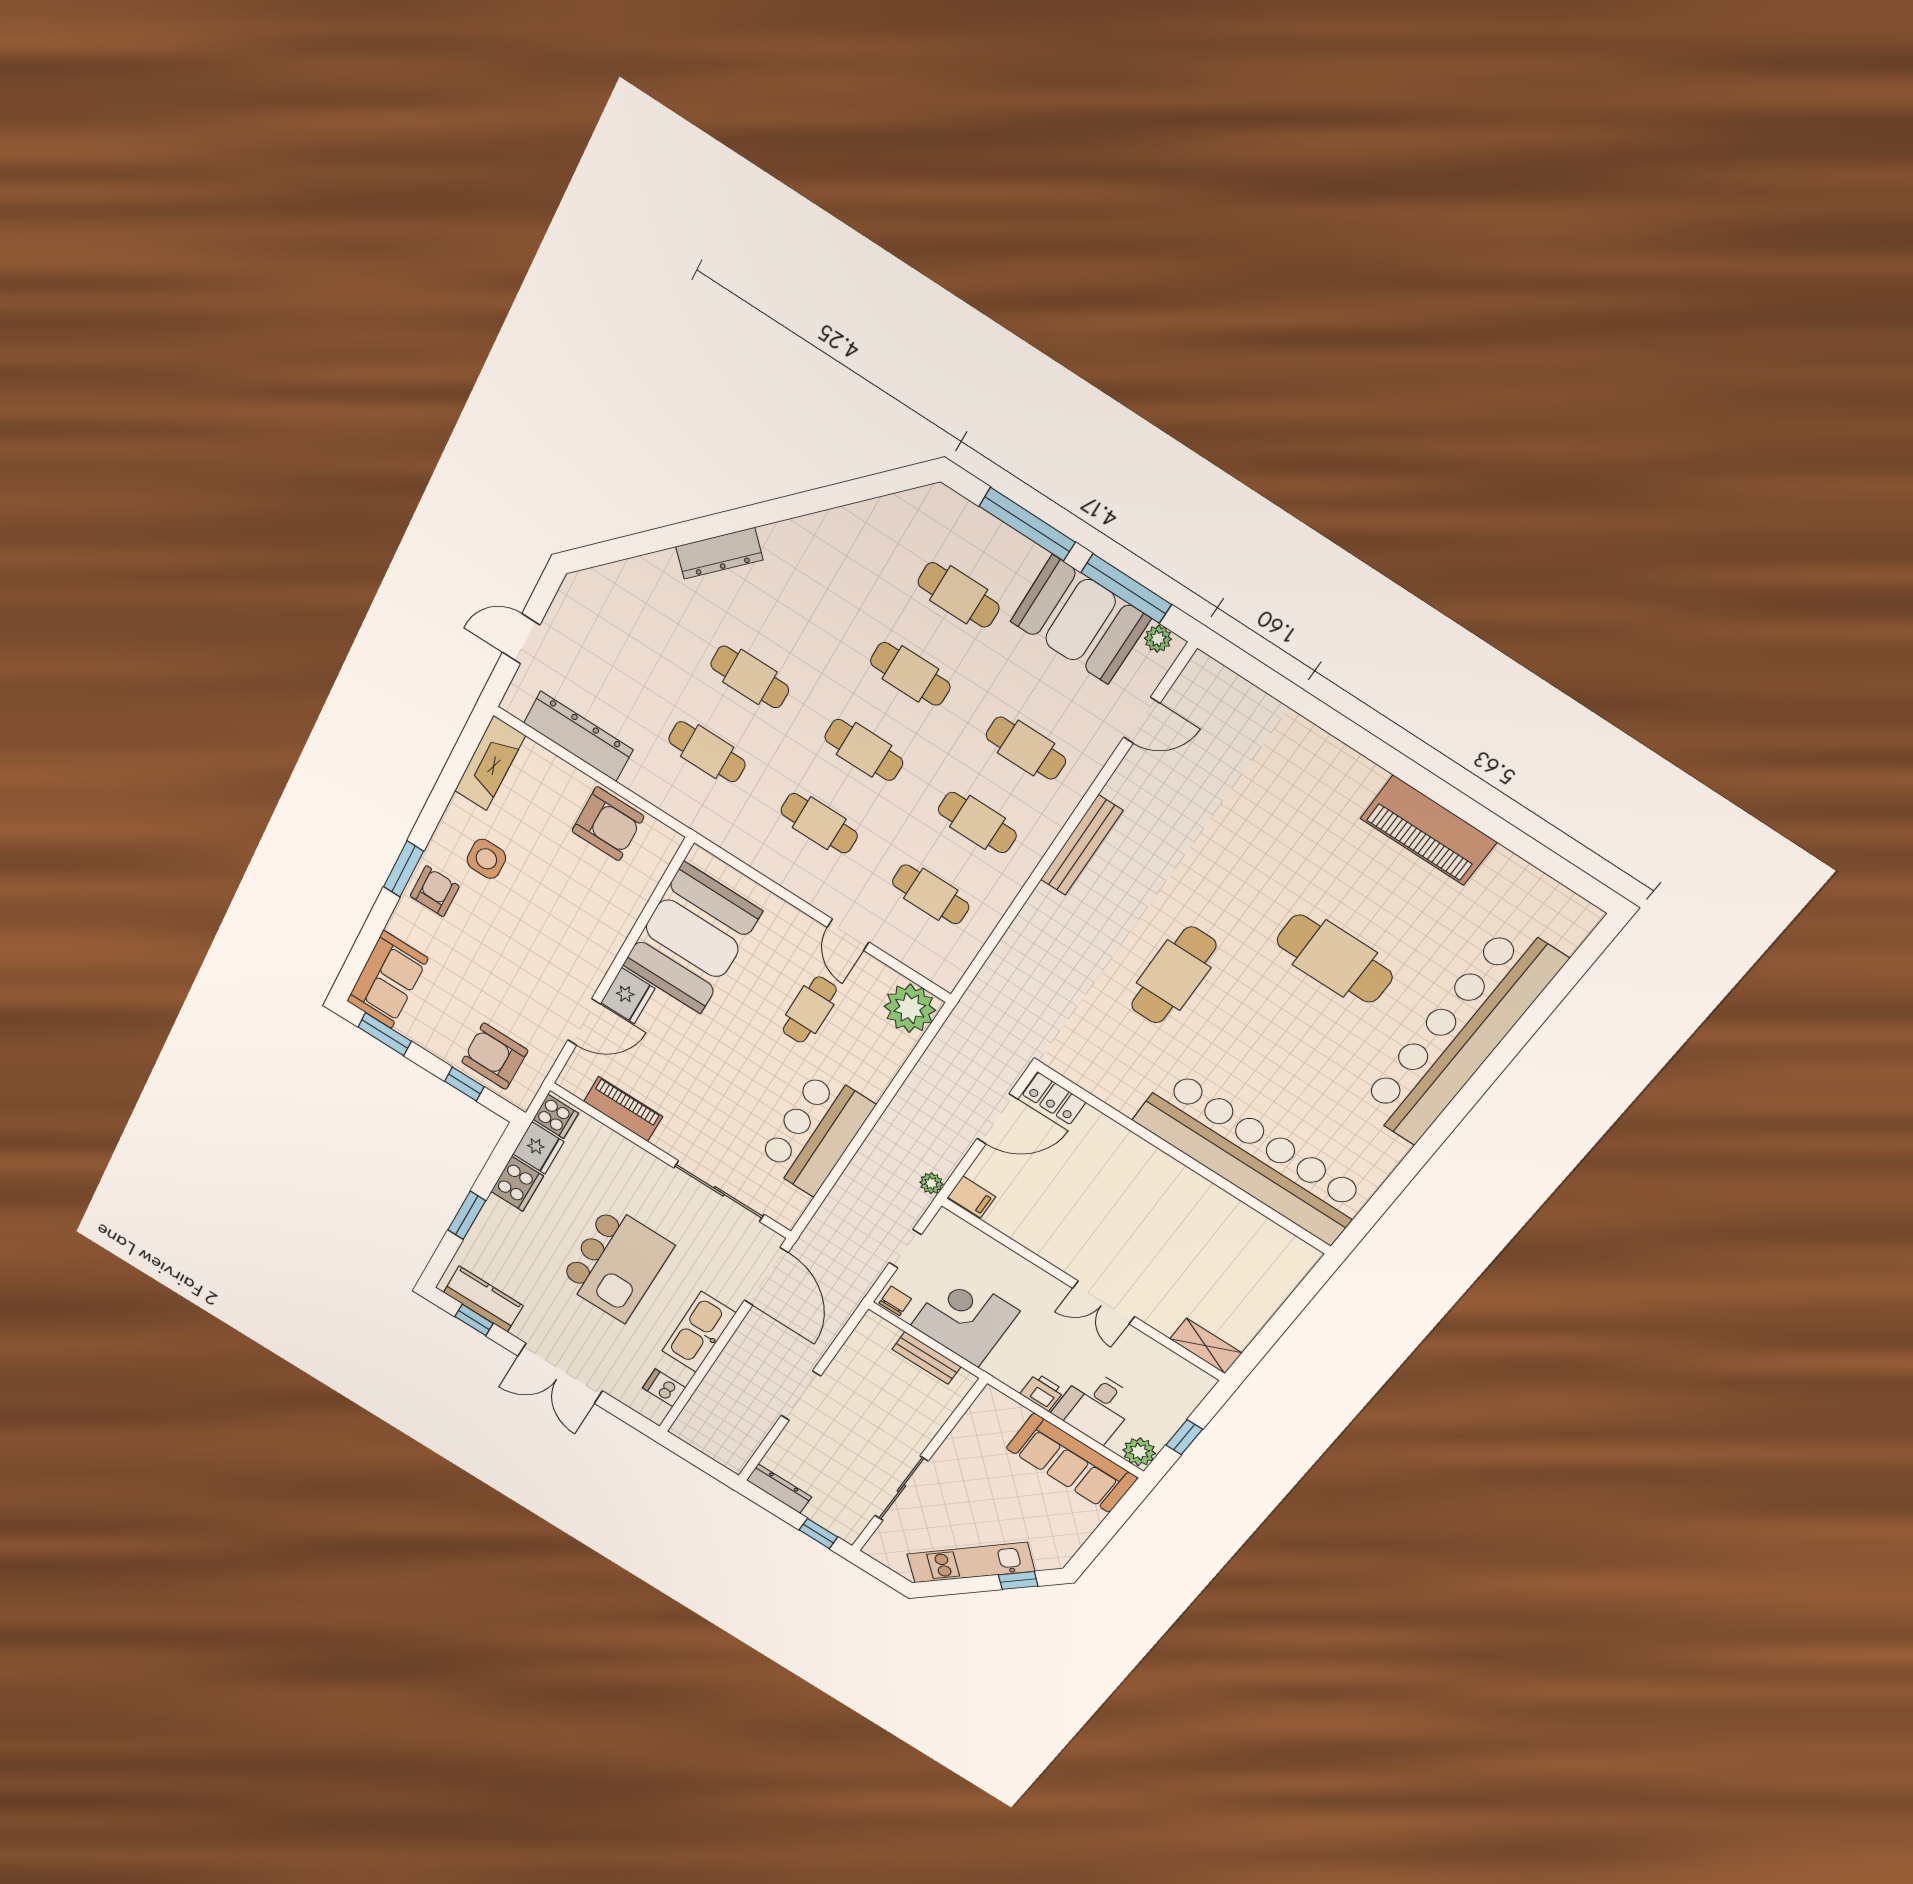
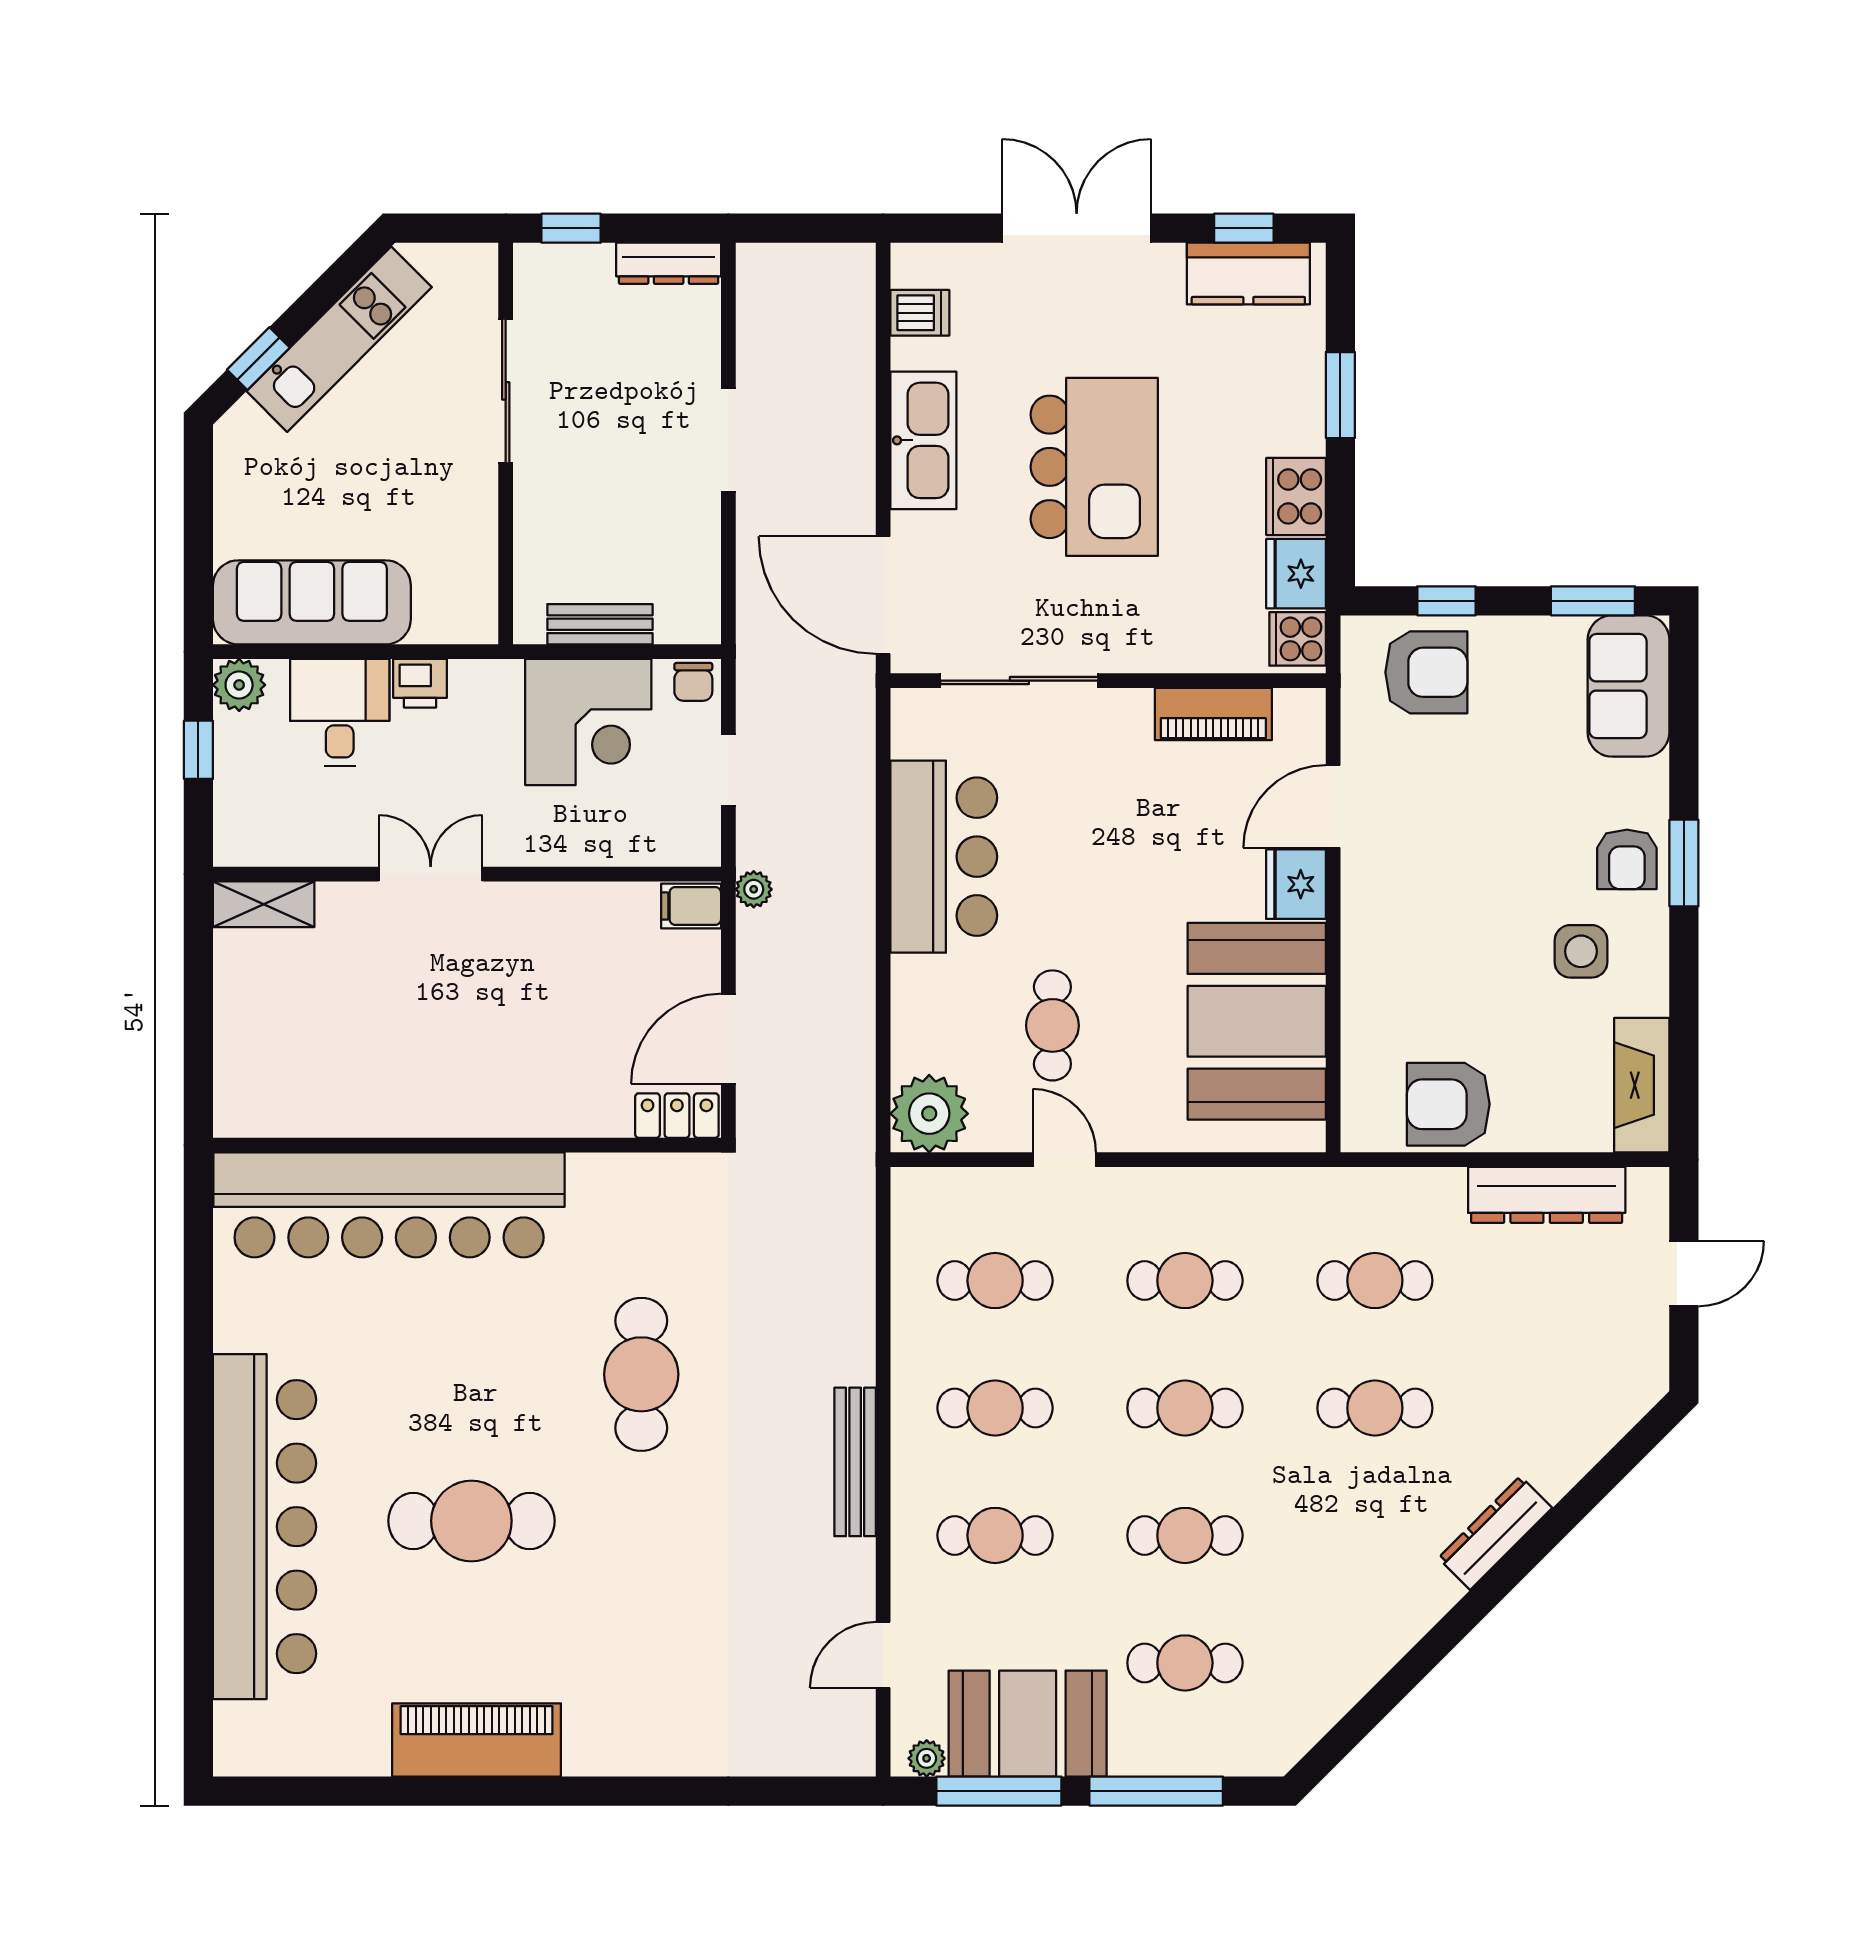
kitchen island: (616, 1264) -> (1094, 467), turned 180

